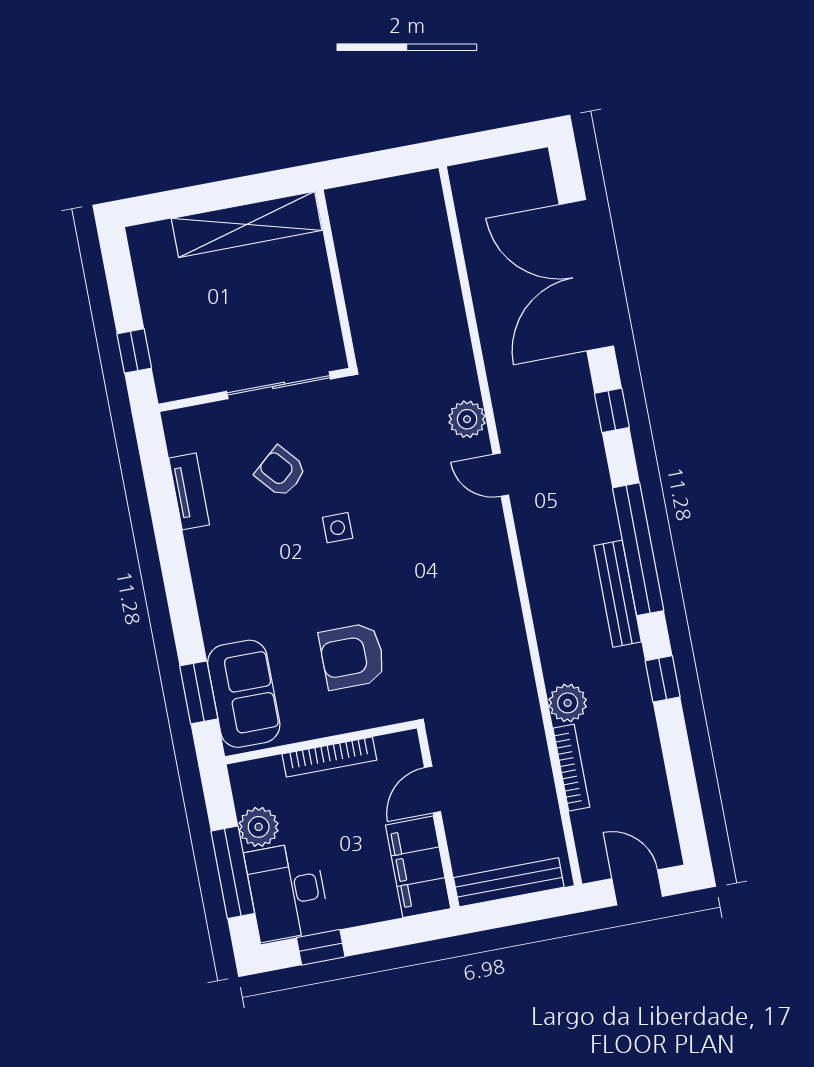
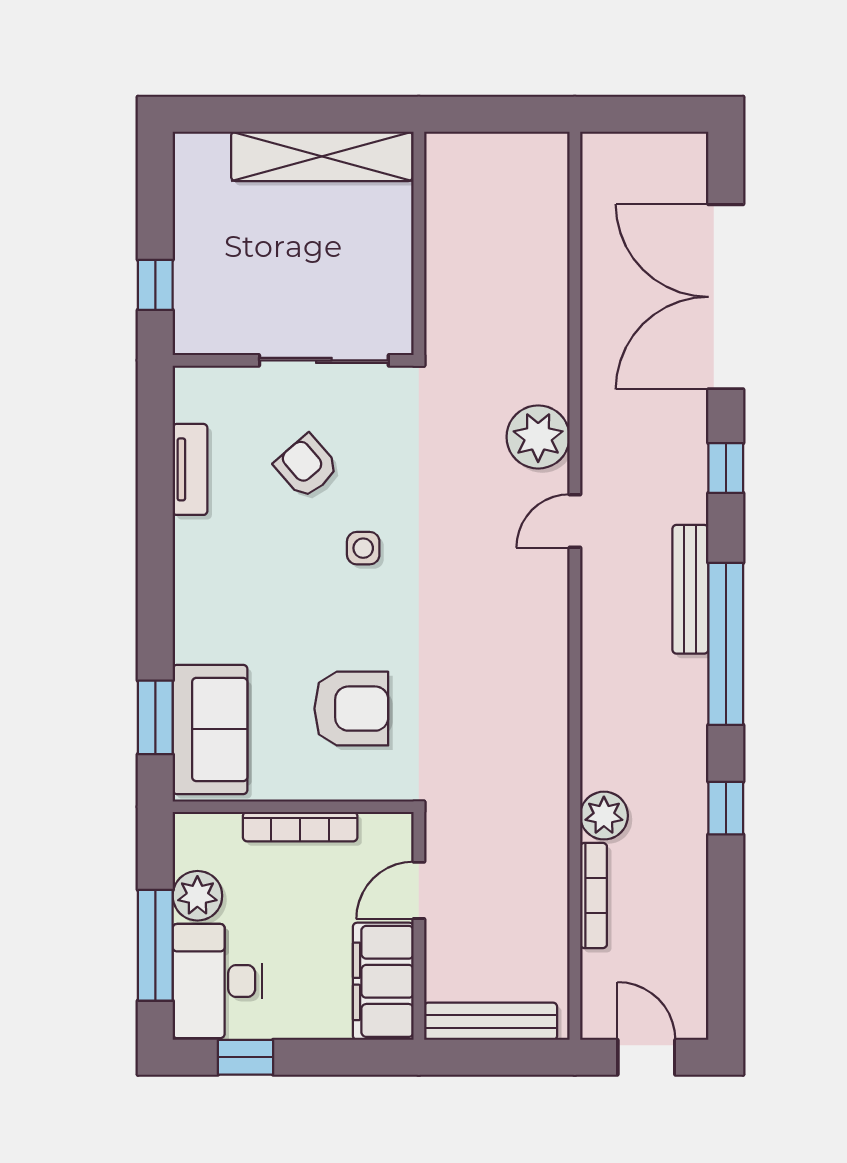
plant: (467, 419) -> (538, 437), width x1.36, depth x1.36
door: (501, 475) -> (575, 521), hinge flipped
bench: (618, 594) -> (690, 589), moved
armchair: (352, 656) -> (351, 709), turned 180

